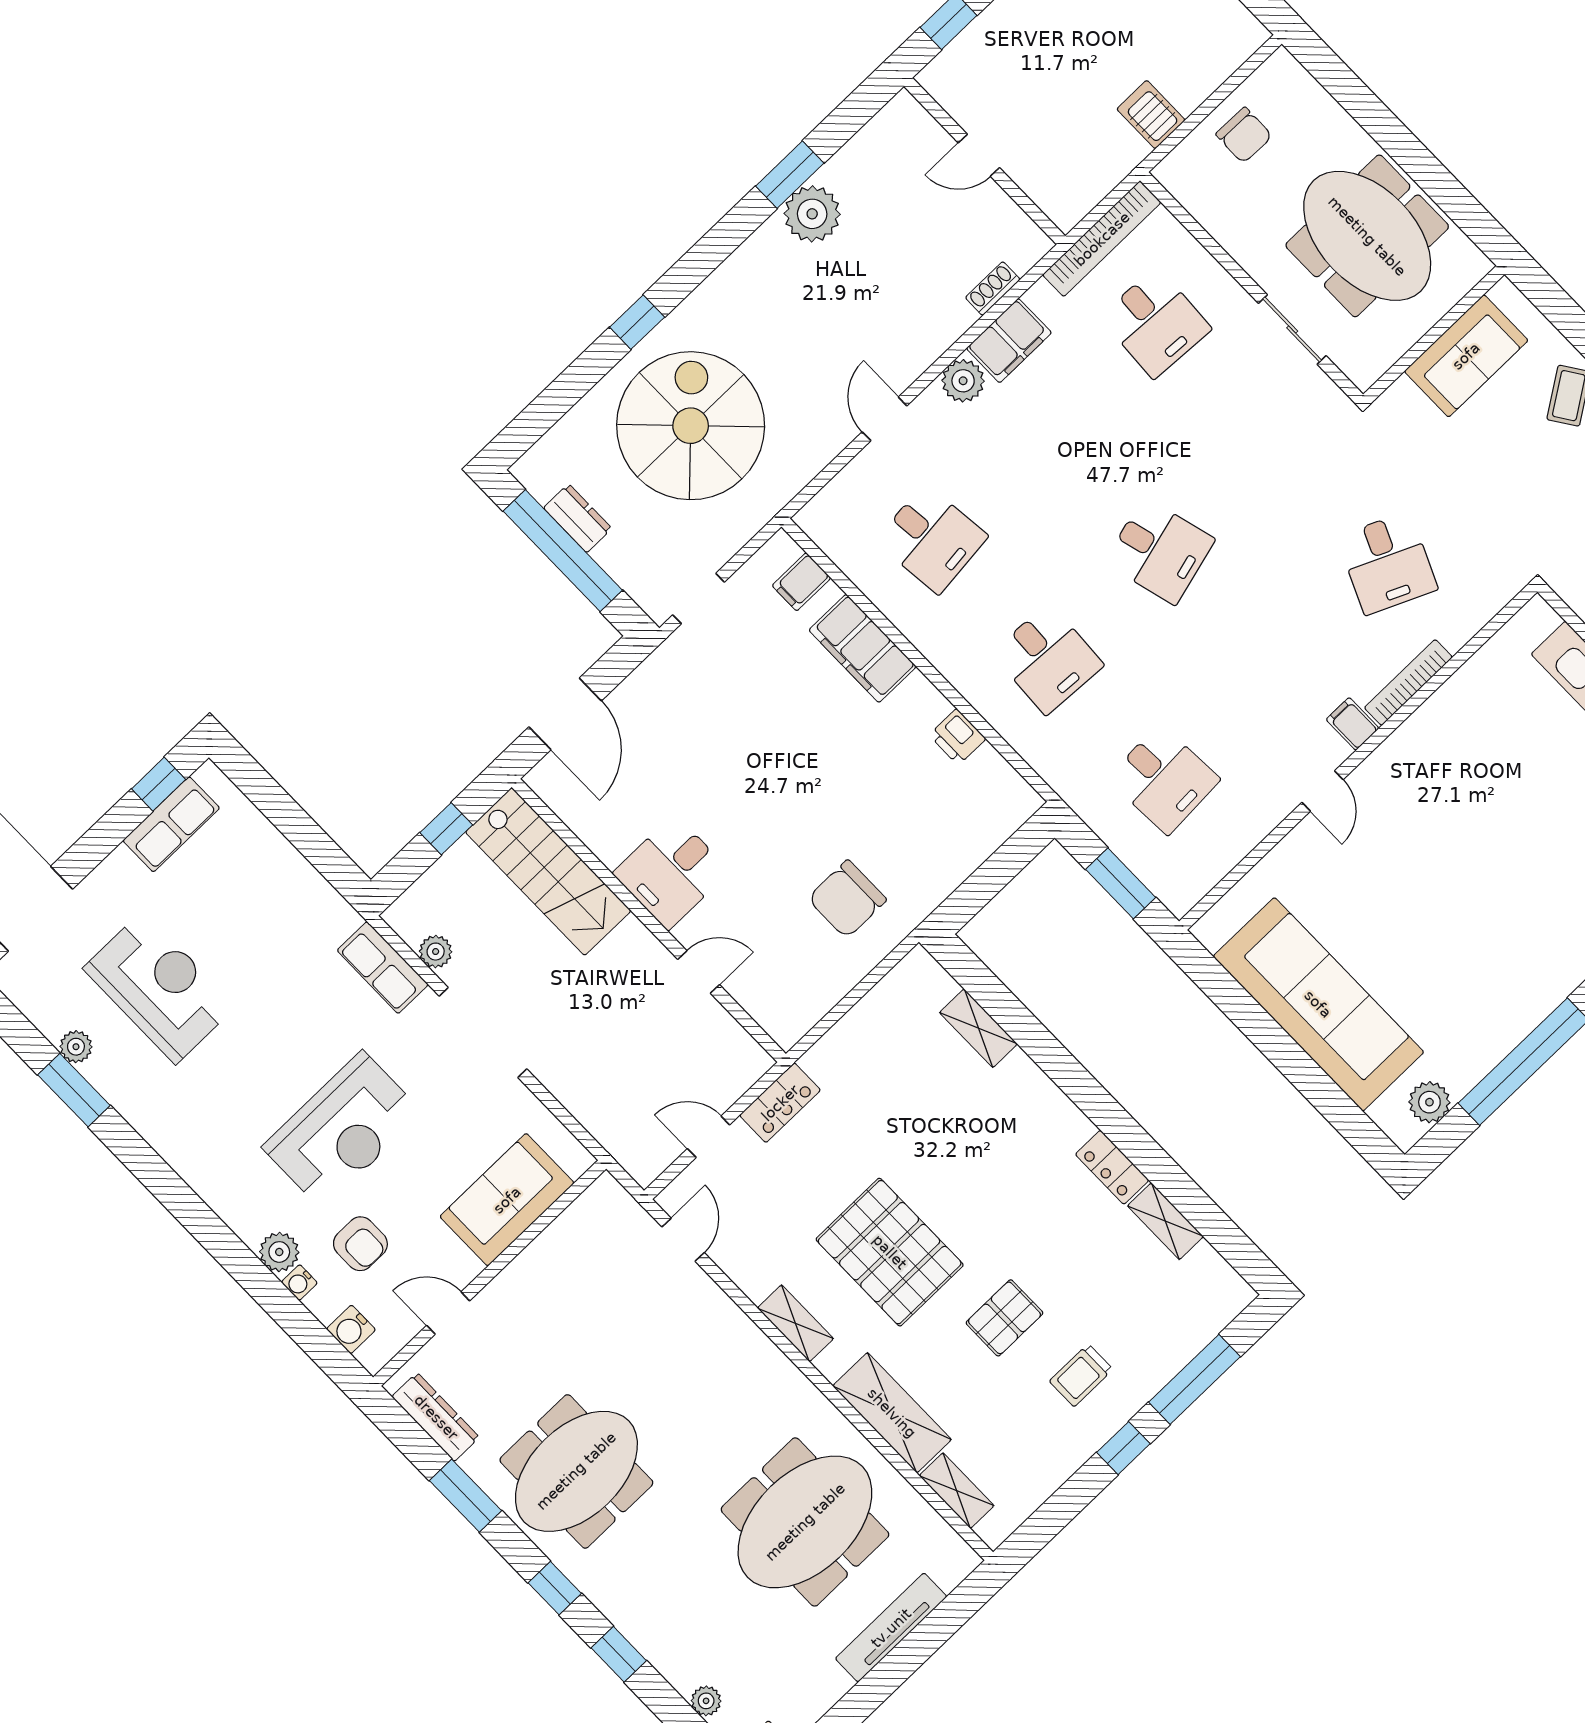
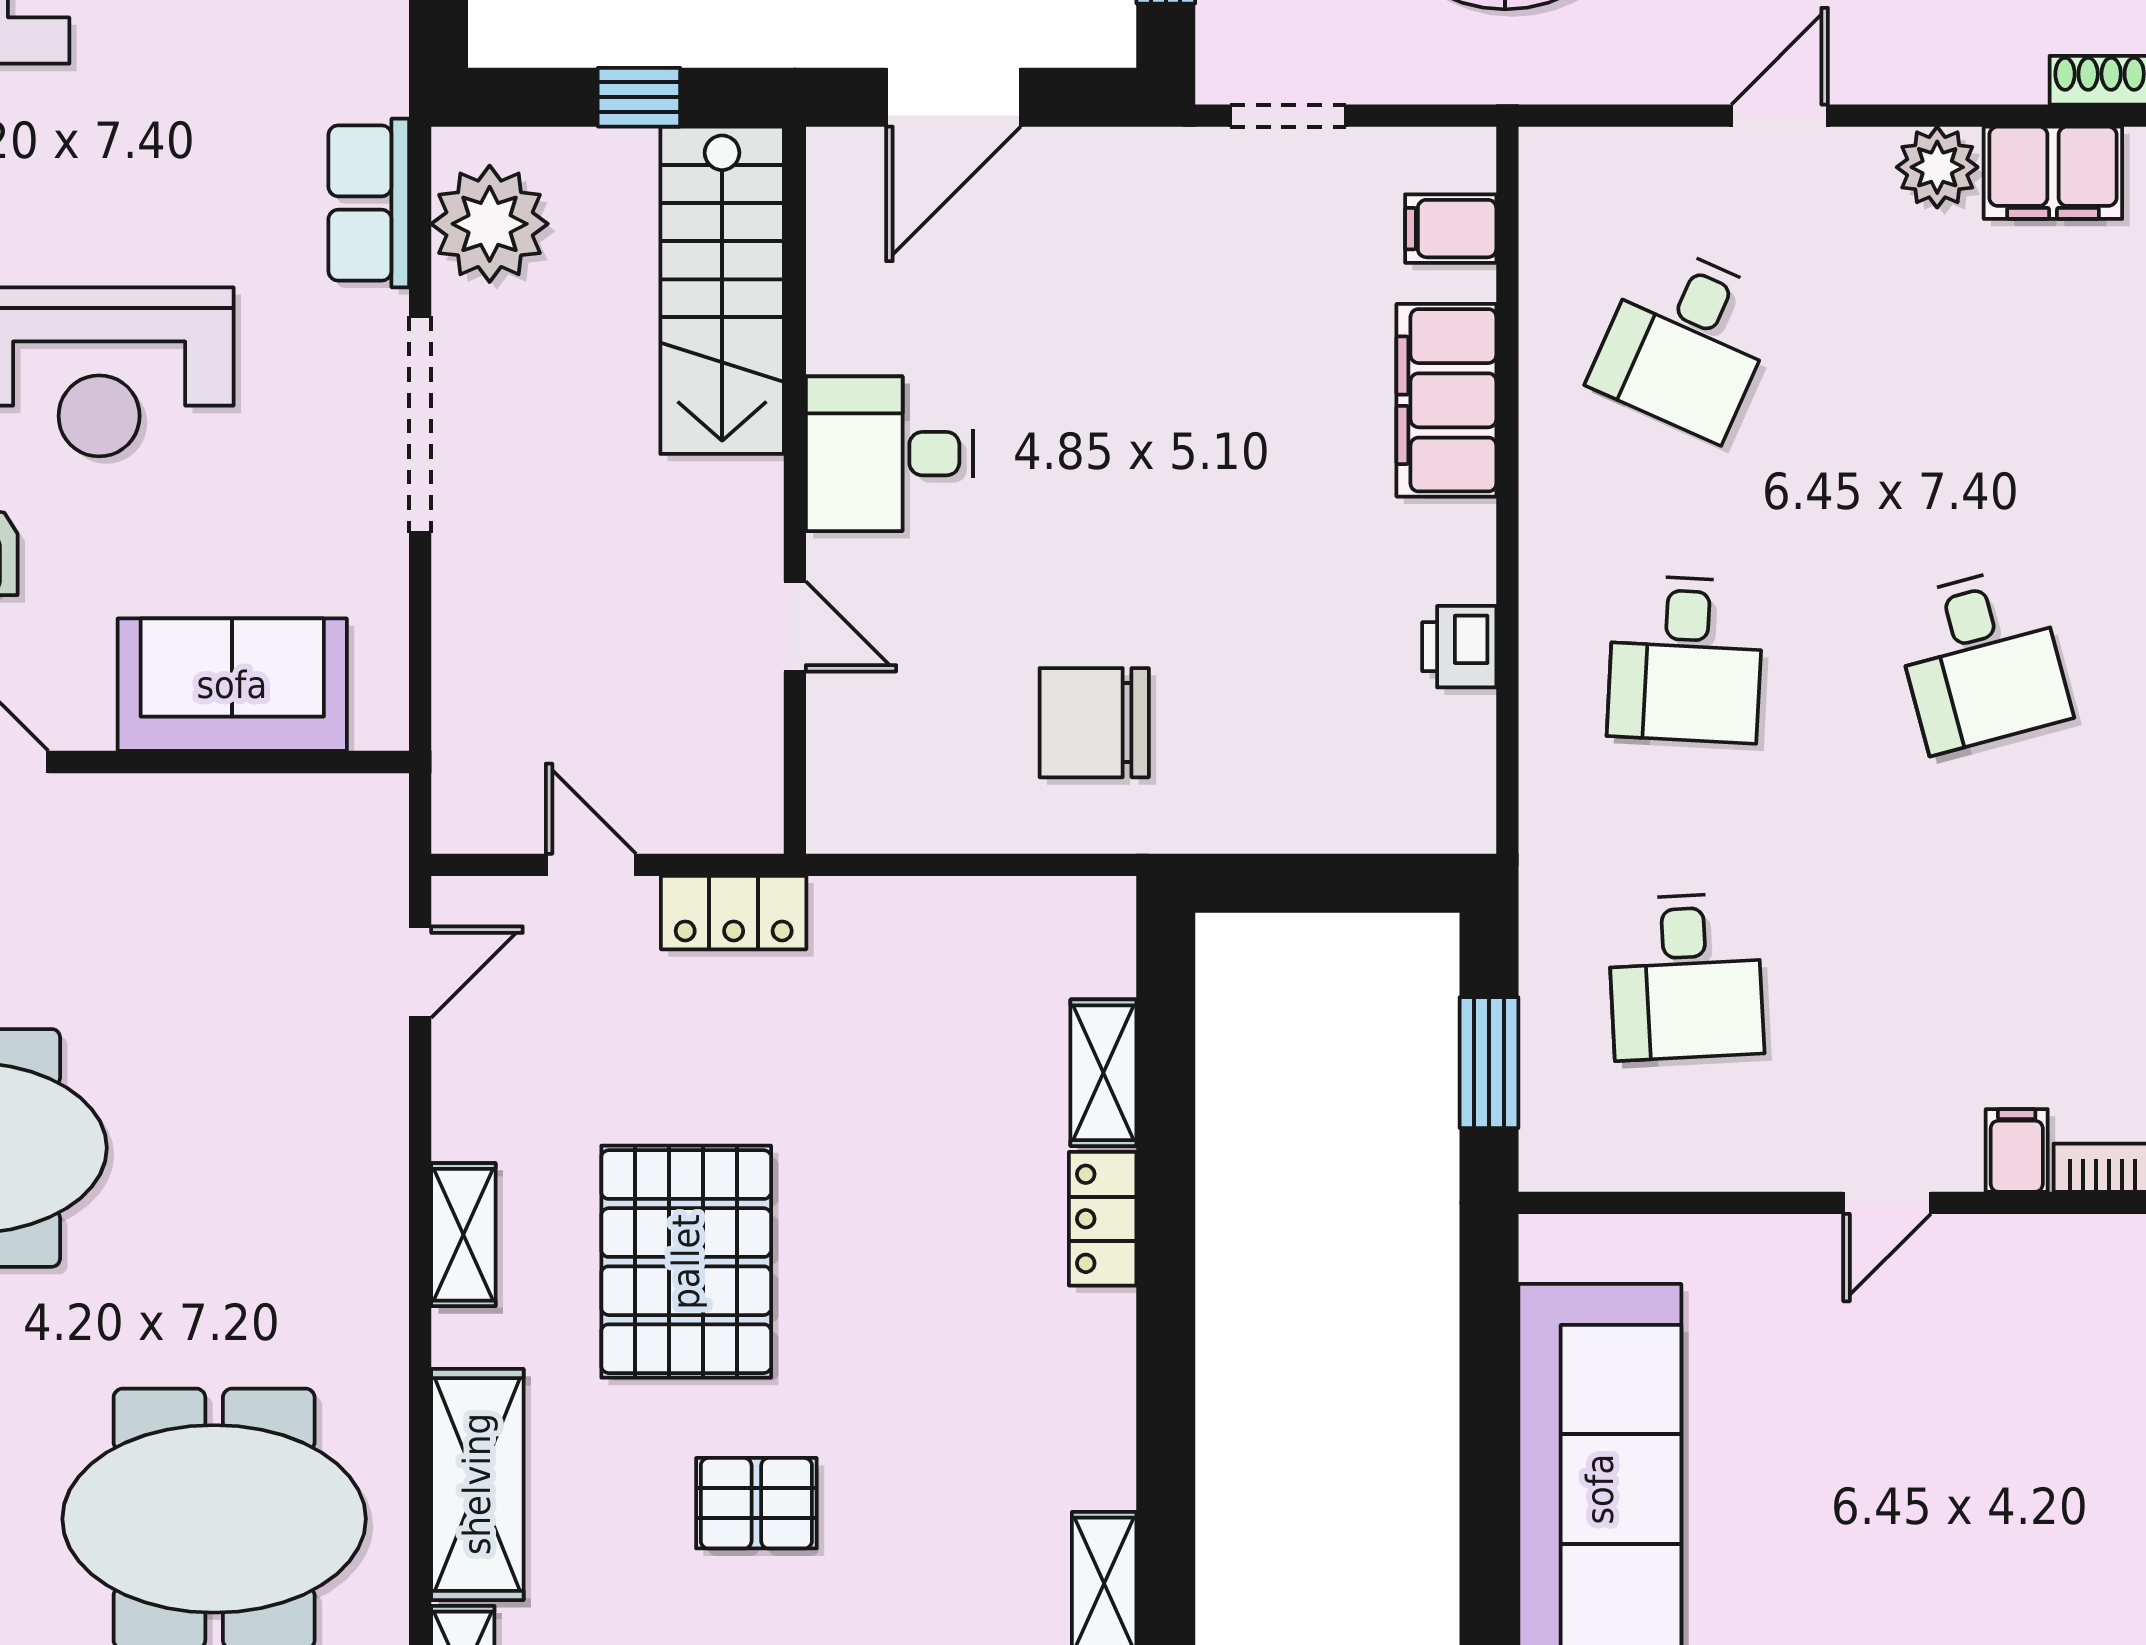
desk: (932, 539) -> (1686, 342), turned 30
plant: (436, 952) -> (490, 224), width x1.87, depth x1.87
locker: (1112, 1167) -> (1103, 1219), moved

